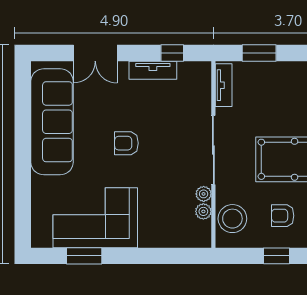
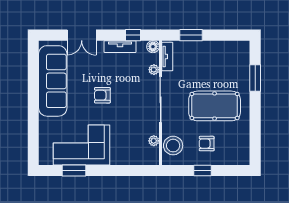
floor lamp: (202, 70) -> (153, 47), added
plant: (204, 194) -> (154, 70), moved

